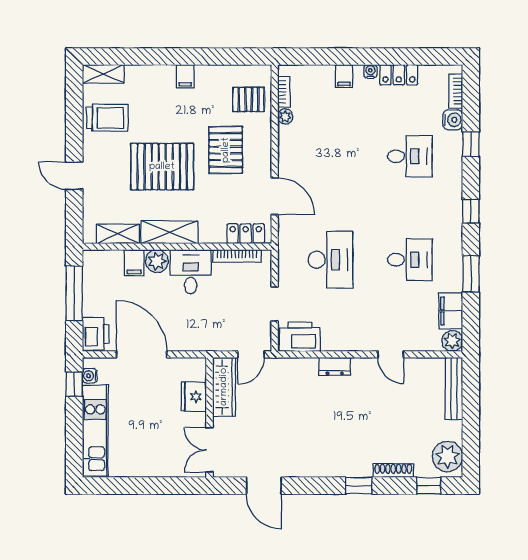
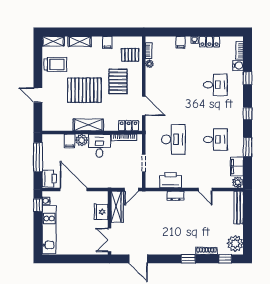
filing cabinet: (185, 76) -> (107, 42), moved
shelving: (118, 234) -> (80, 41), moved
printer: (300, 337) -> (171, 180), moved

